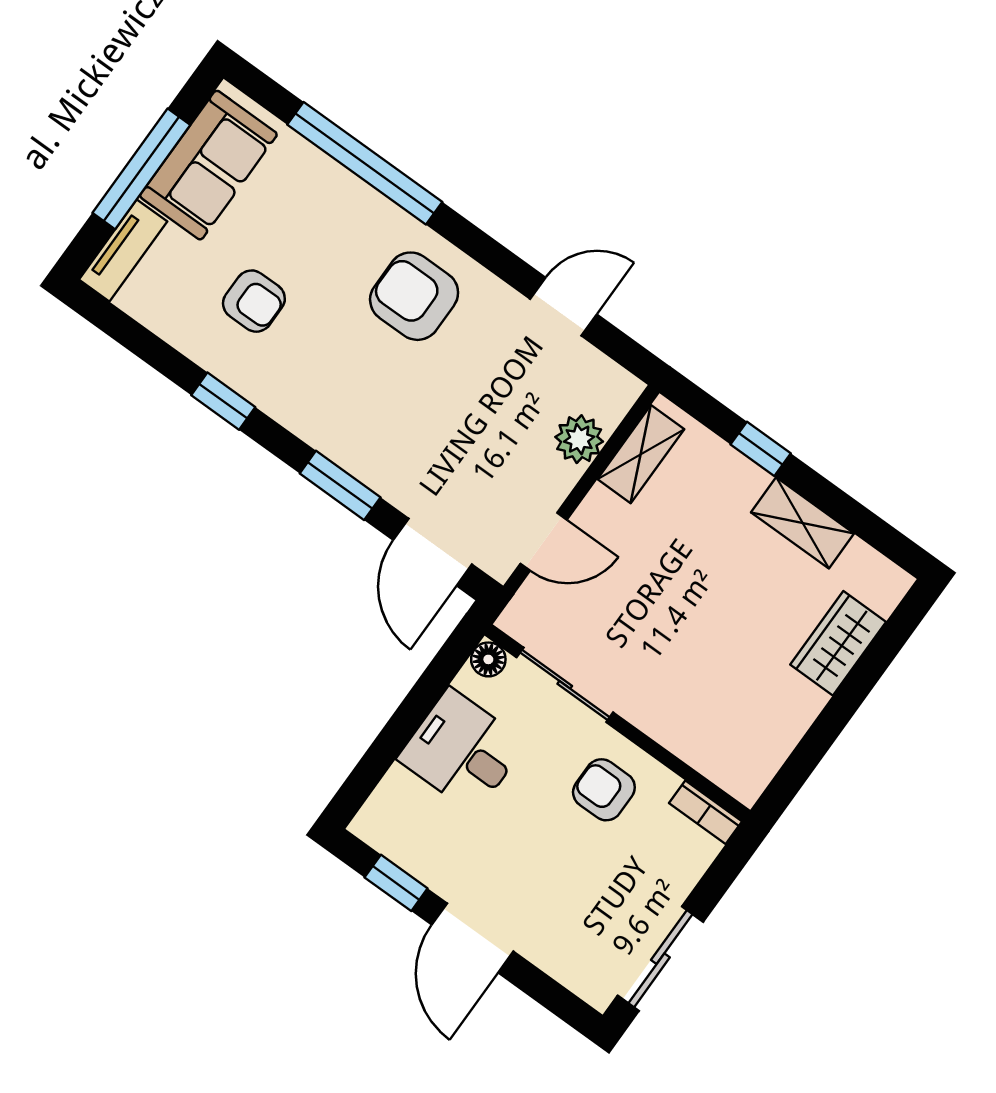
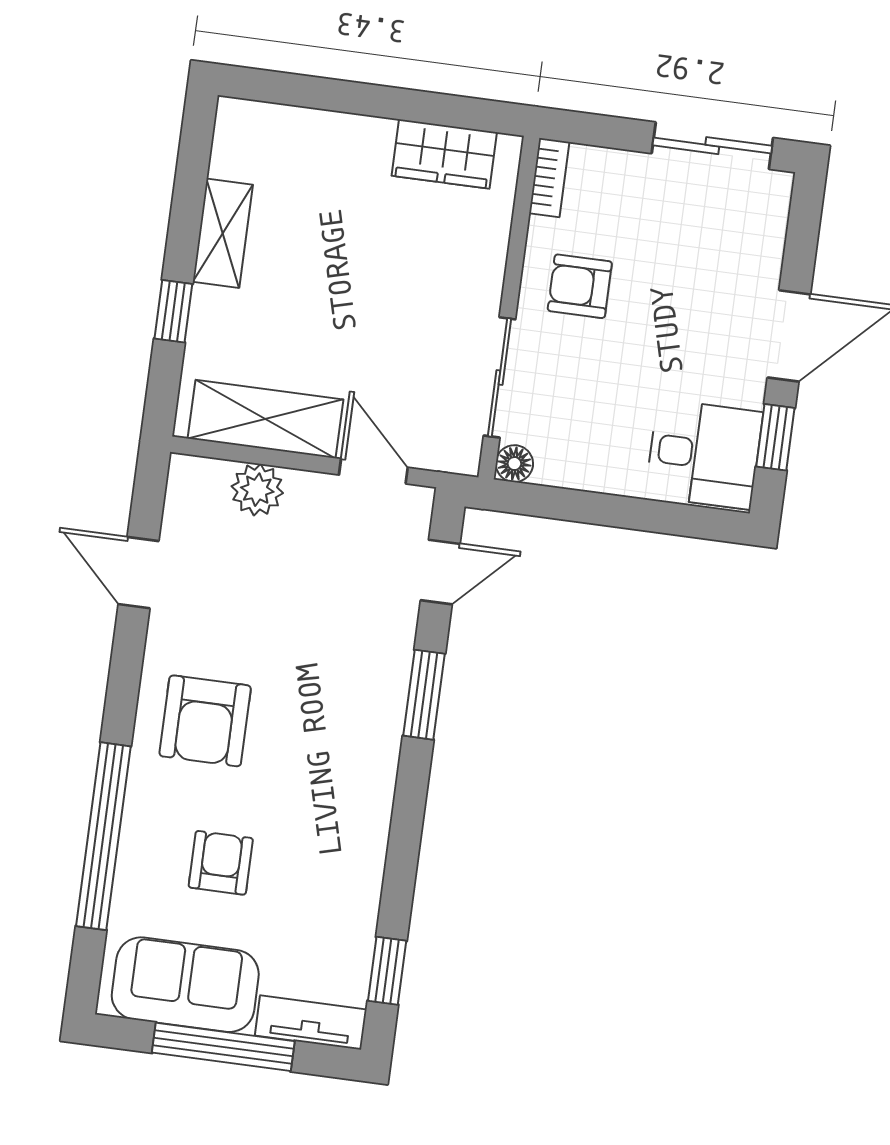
armchair: (254, 301) -> (221, 863), moved
window: (223, 401) -> (387, 971), moved
shelving: (641, 454) -> (266, 419), width x1.50, depth x1.33
door: (433, 552) -> (440, 572), width x0.73
wardrobe: (838, 643) -> (444, 154), moved
desk: (462, 751) -> (704, 454), moved, turned -90
armchair: (604, 790) -> (580, 286), turned 90

